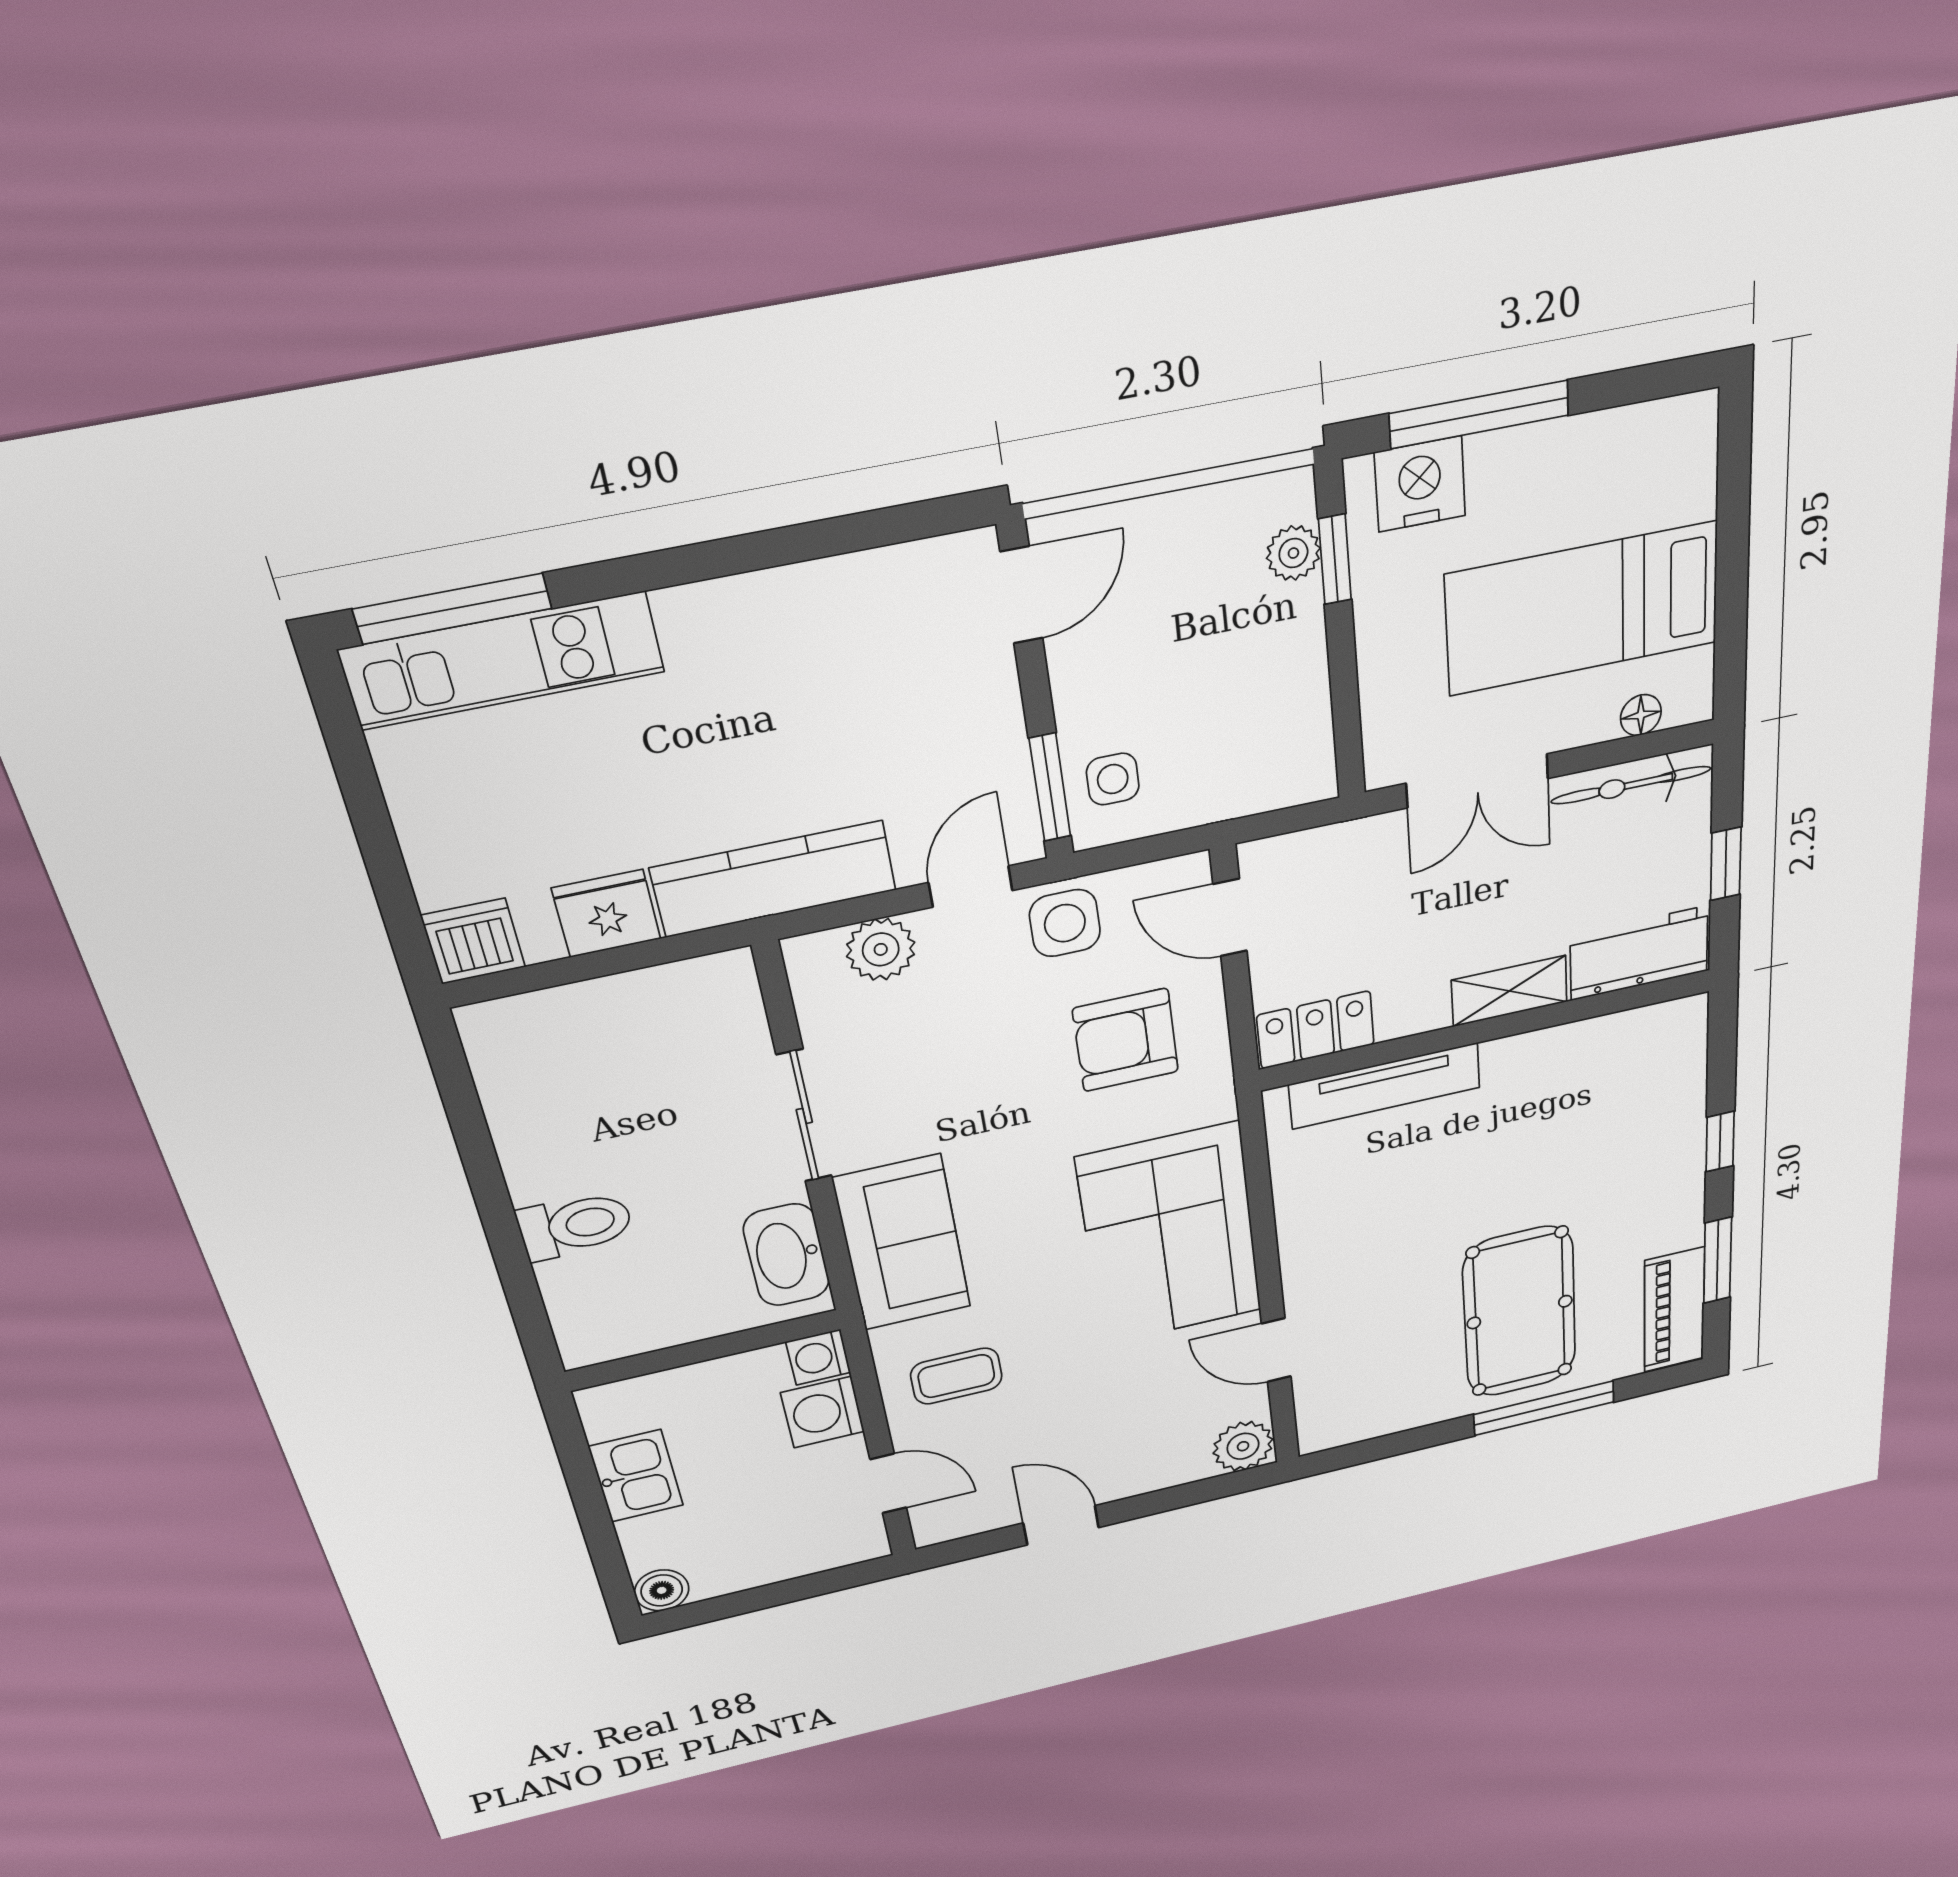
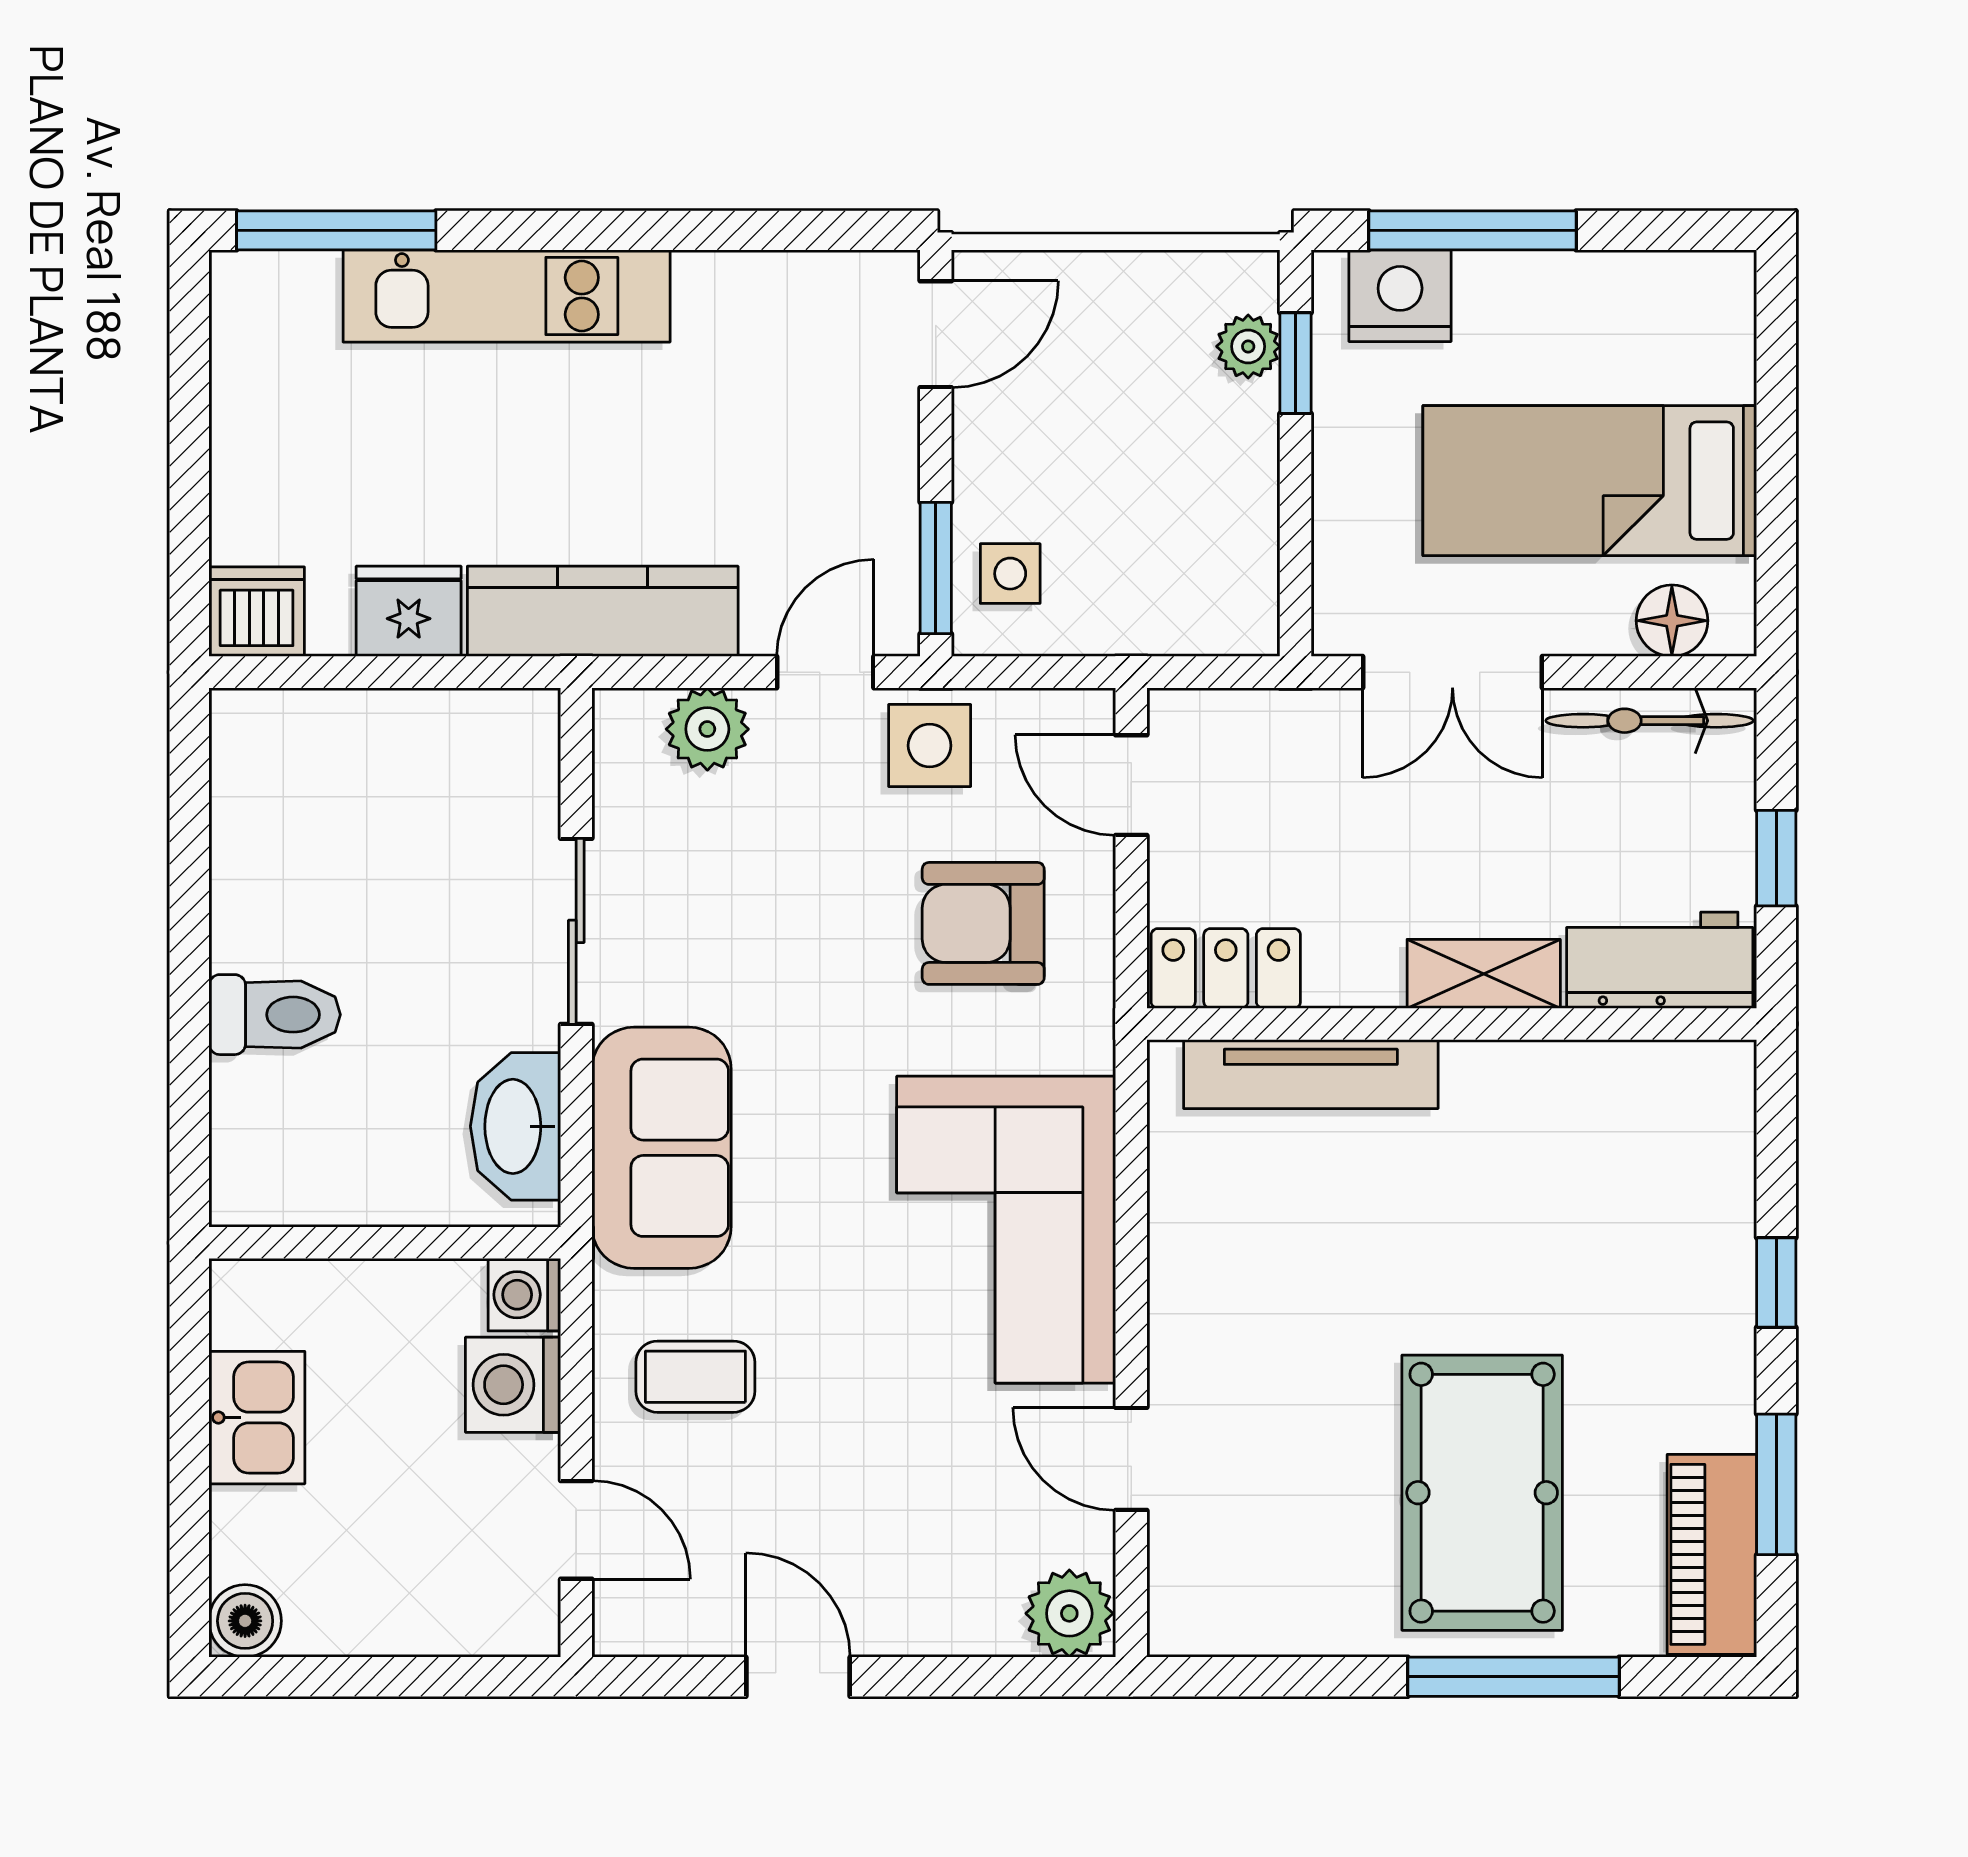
kitchen unit: (503, 661) -> (507, 296), moved
floor lamp: (1641, 715) -> (1672, 621), width x1.37, depth x1.37

